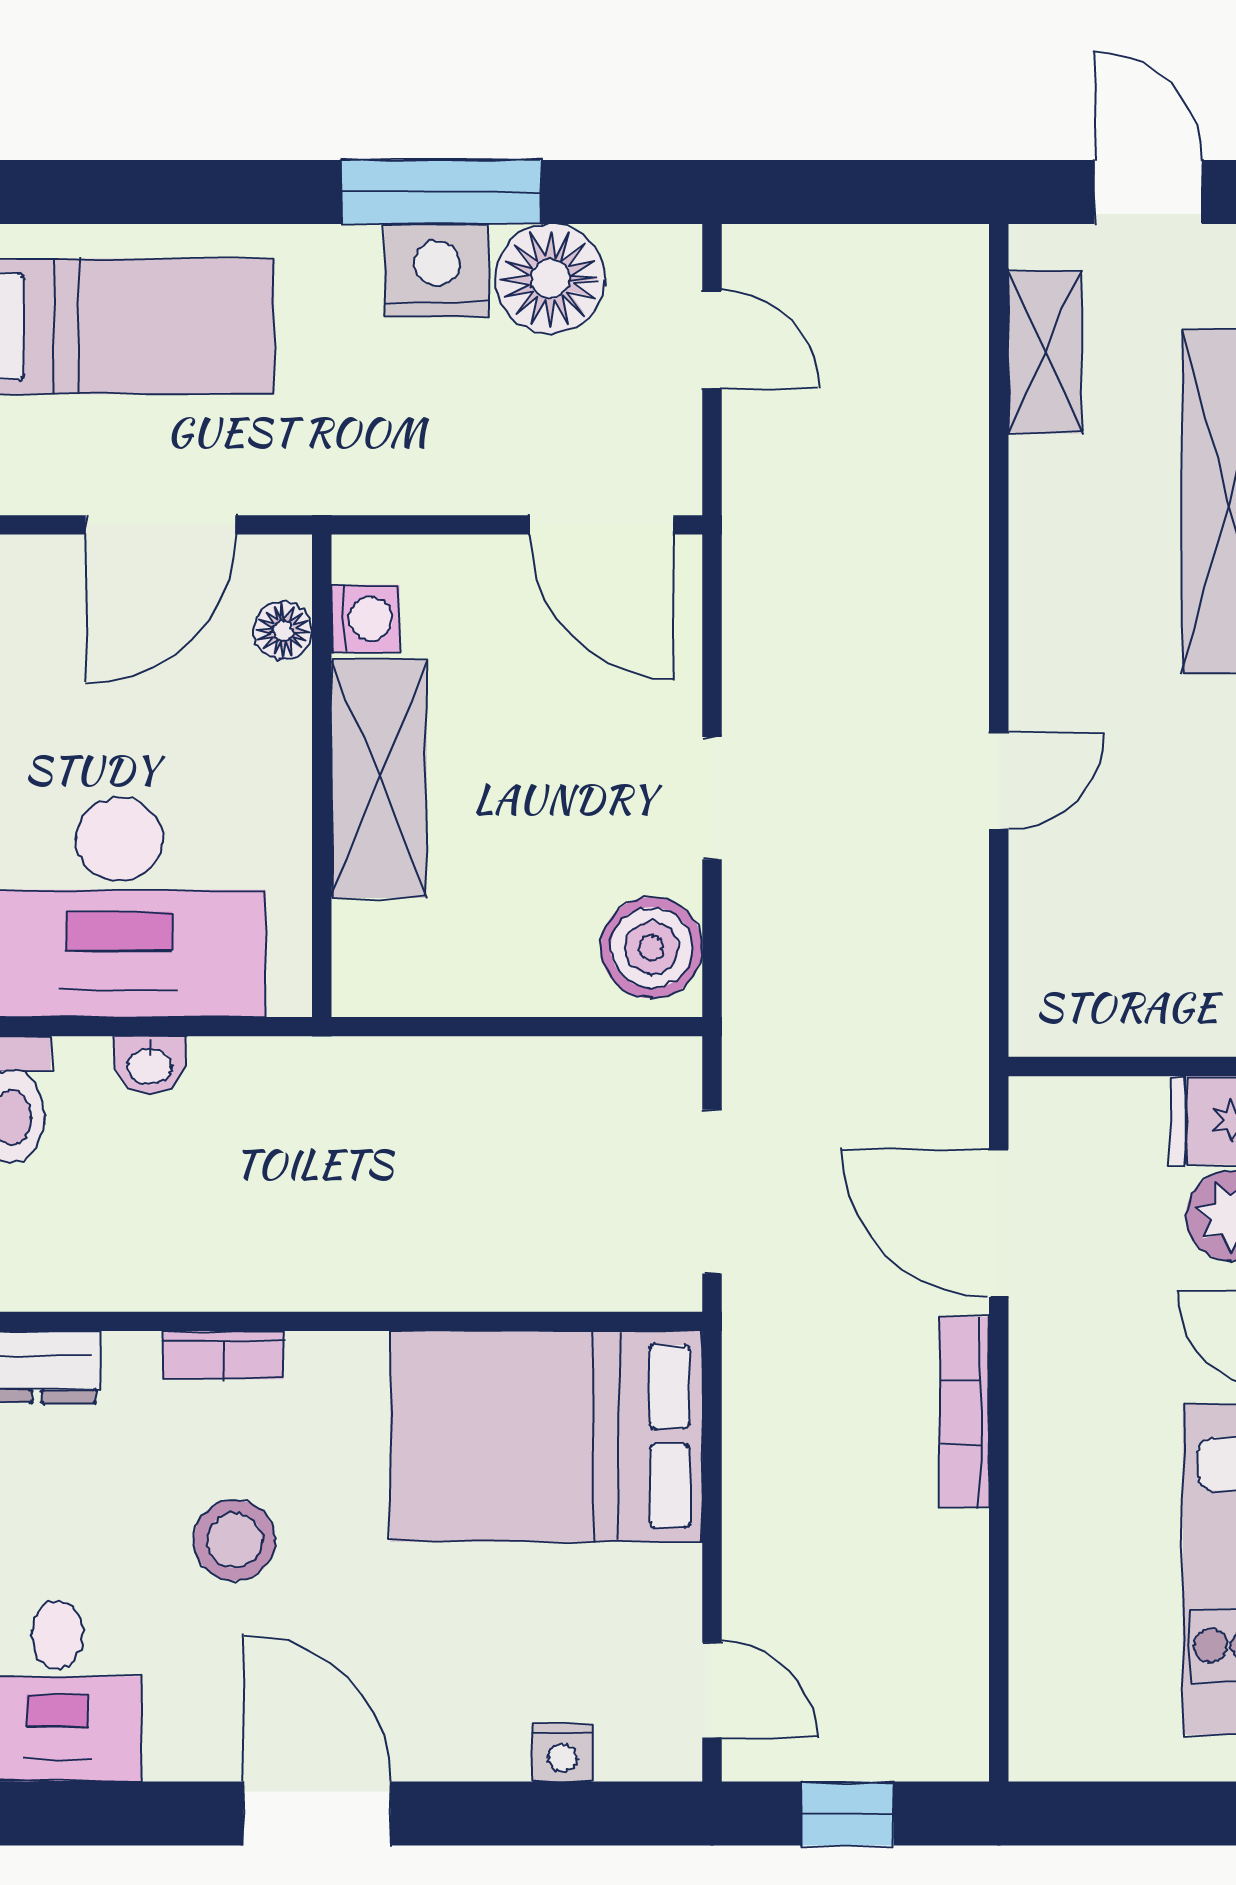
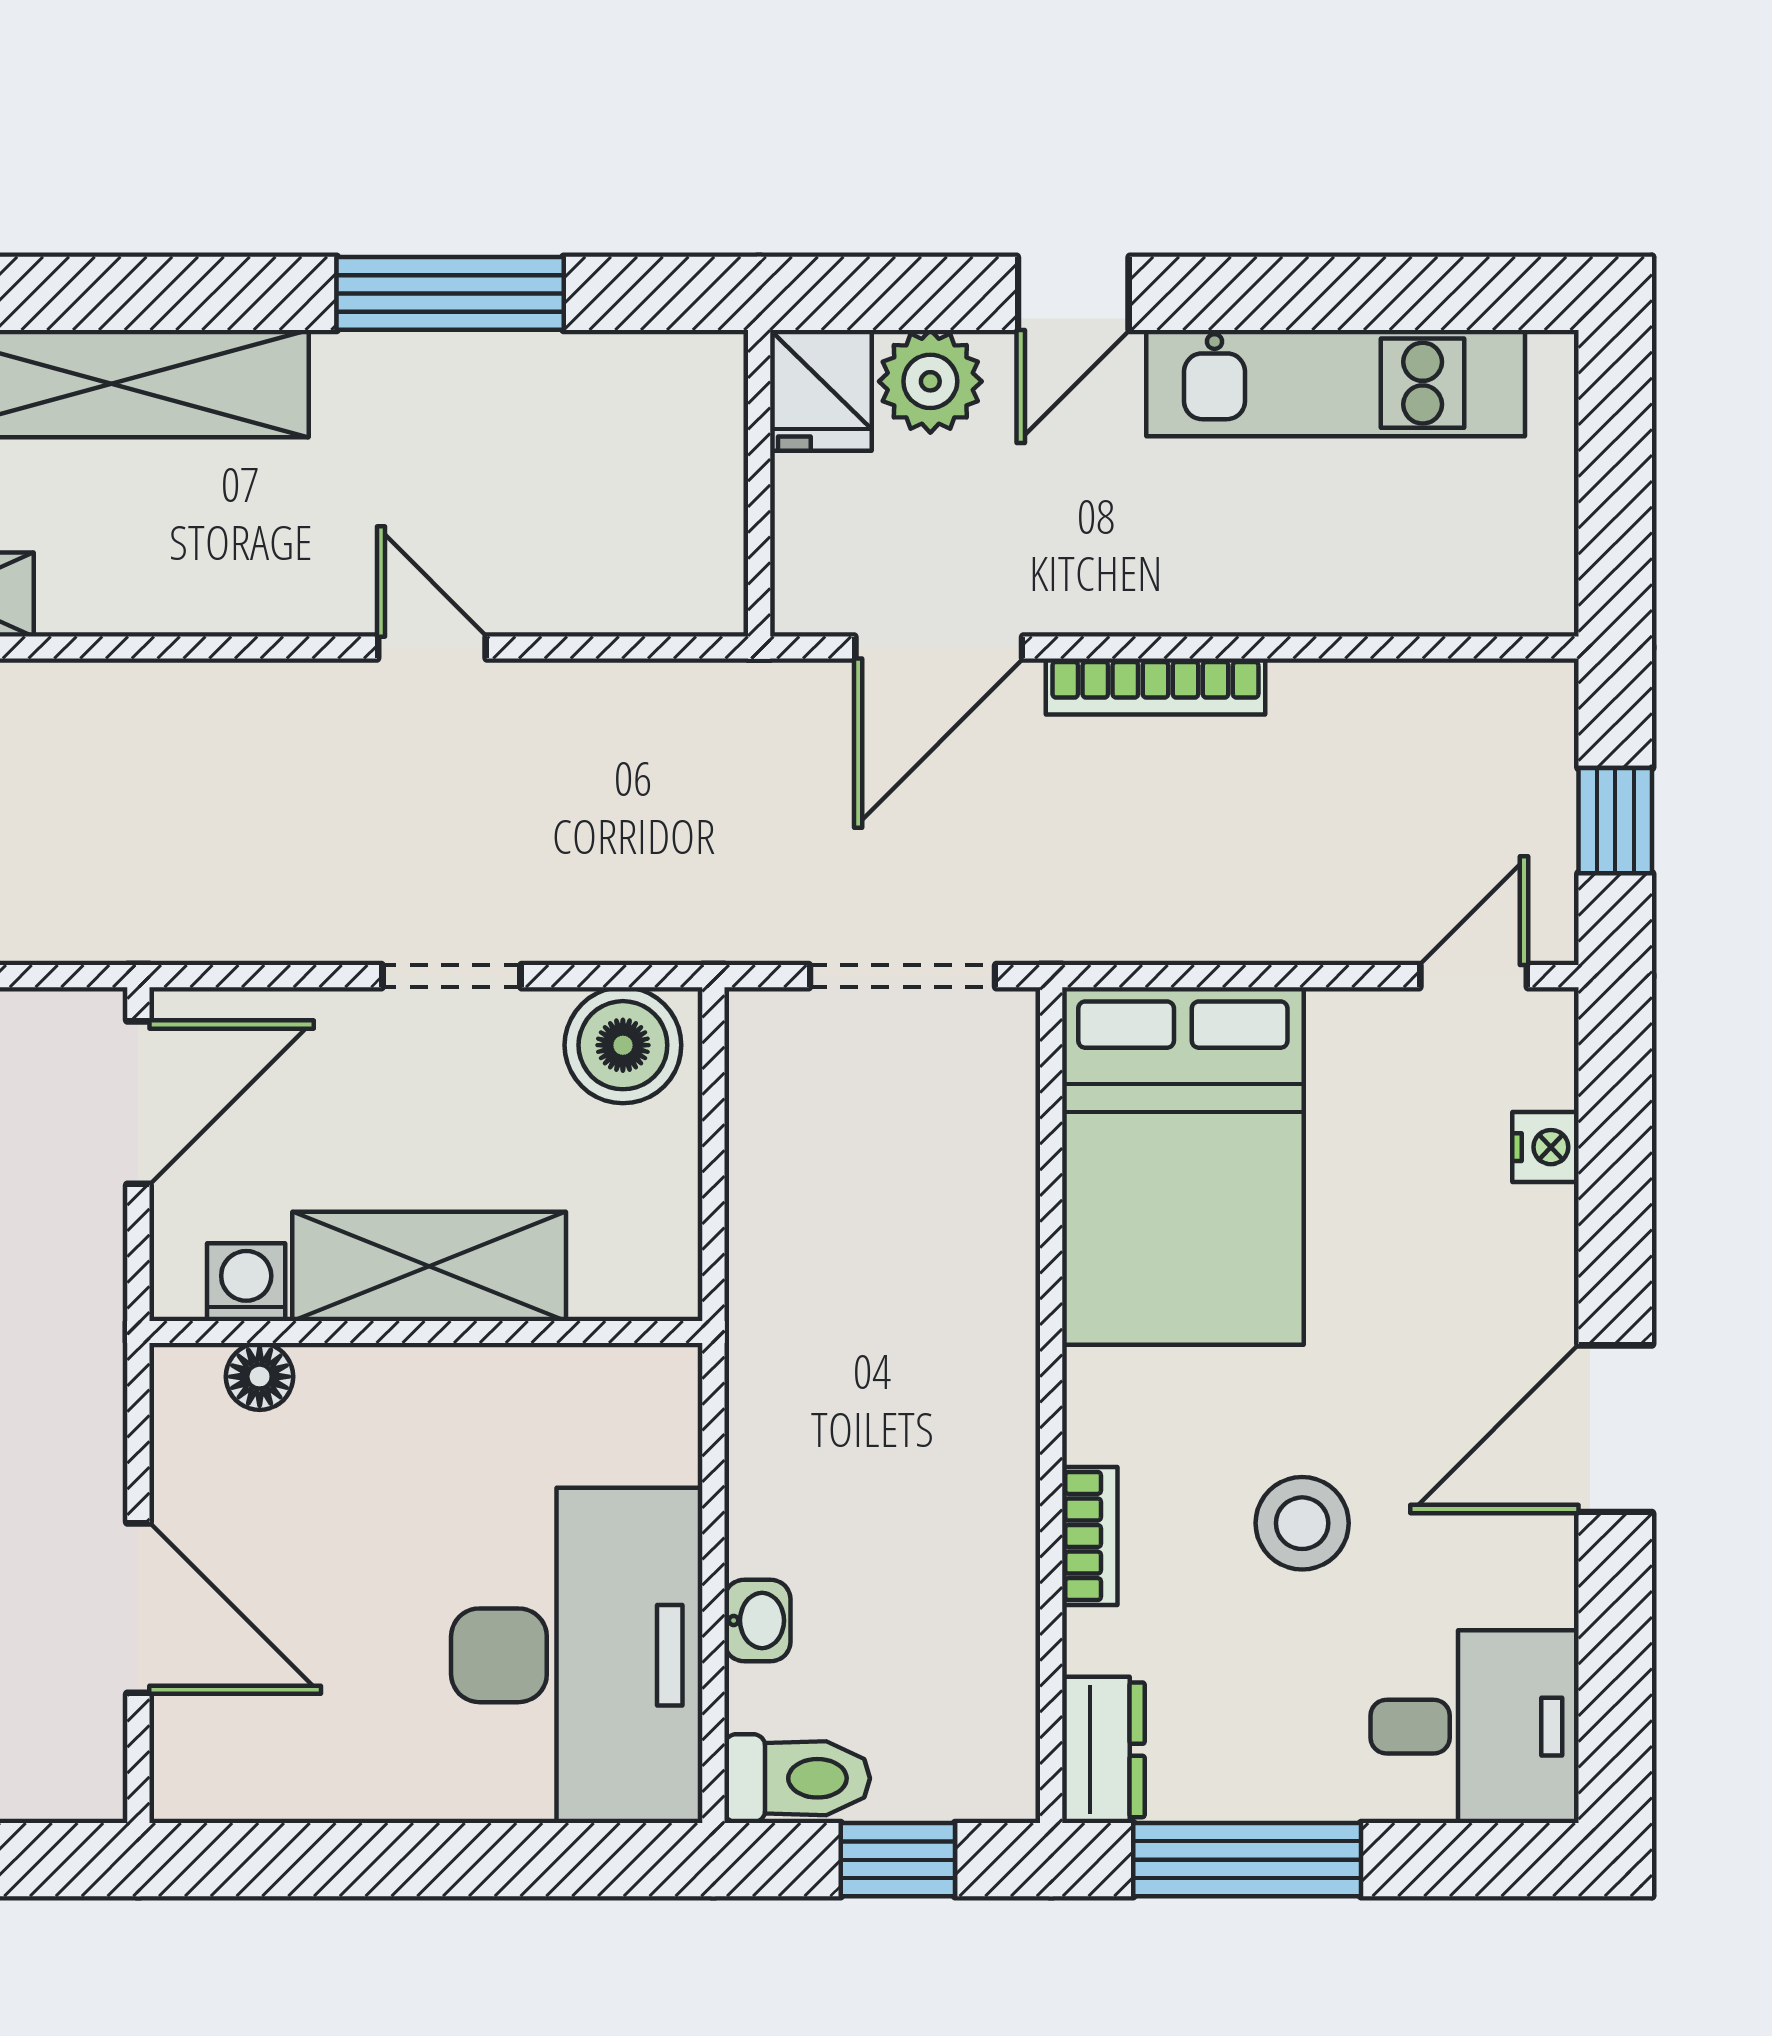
washing machine: (365, 619) -> (246, 1282), moved
floor lamp: (283, 631) -> (260, 1377), moved
wall: (322, 776) -> (426, 1332), moved
shelving: (379, 779) -> (429, 1266), moved

